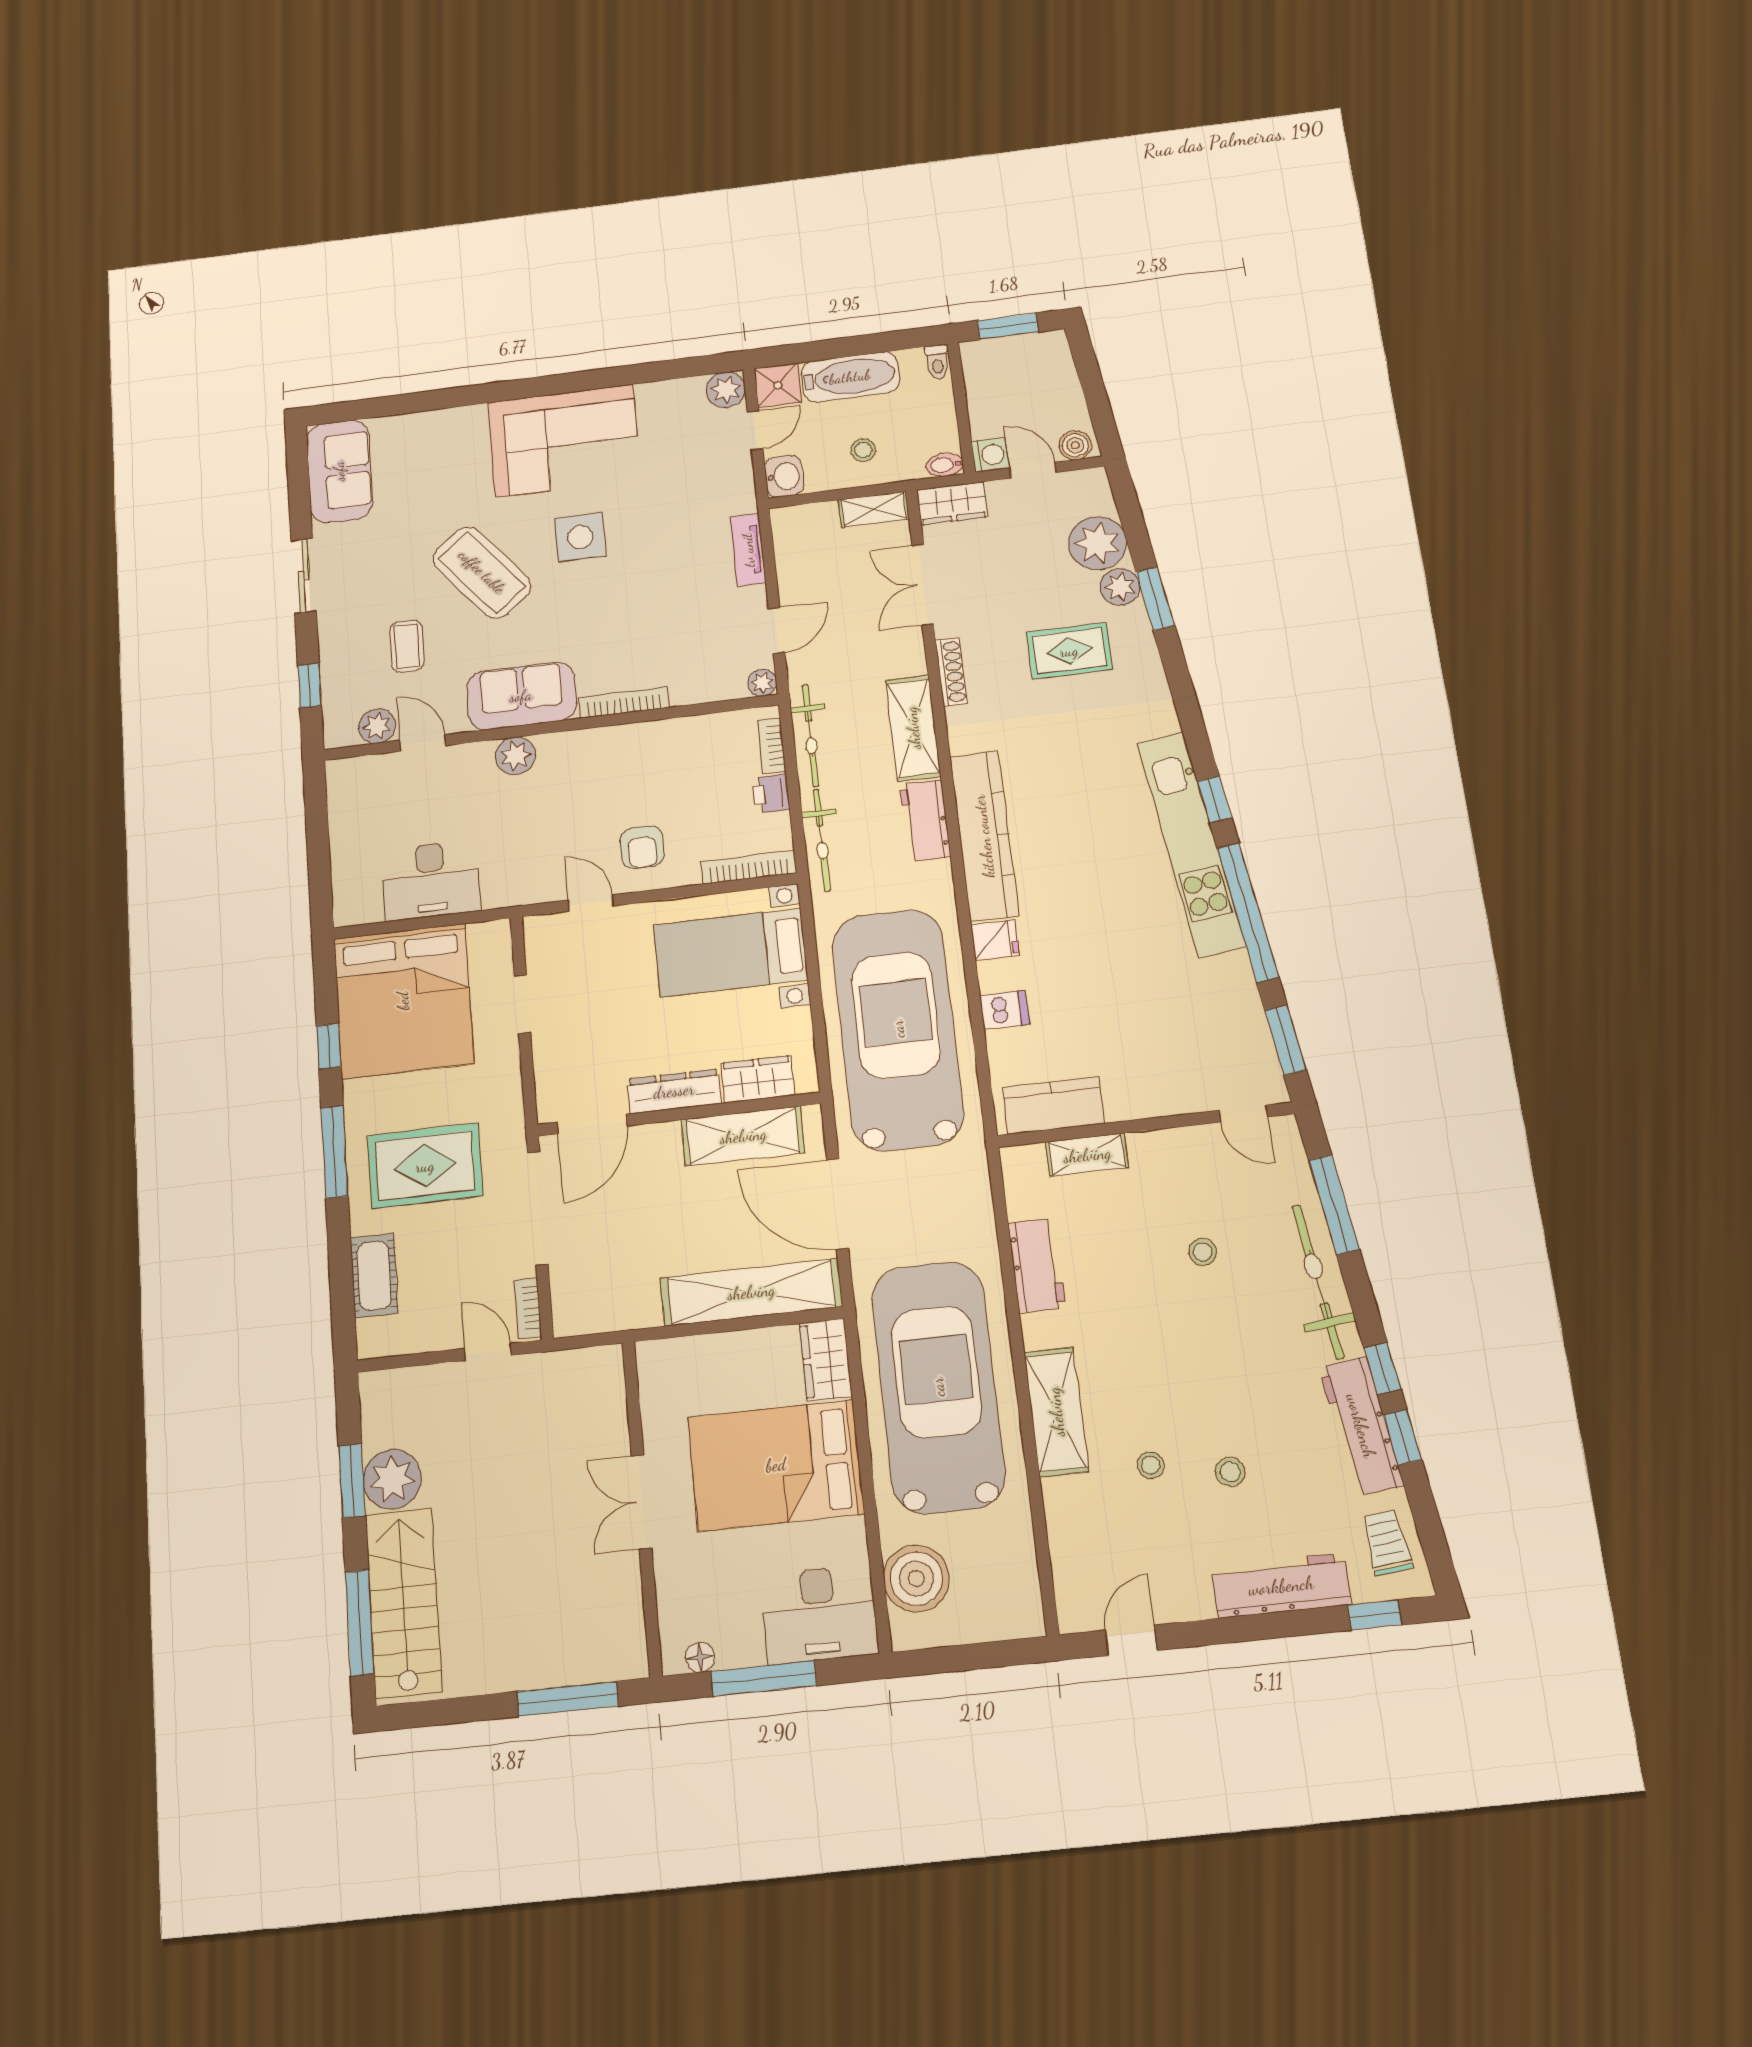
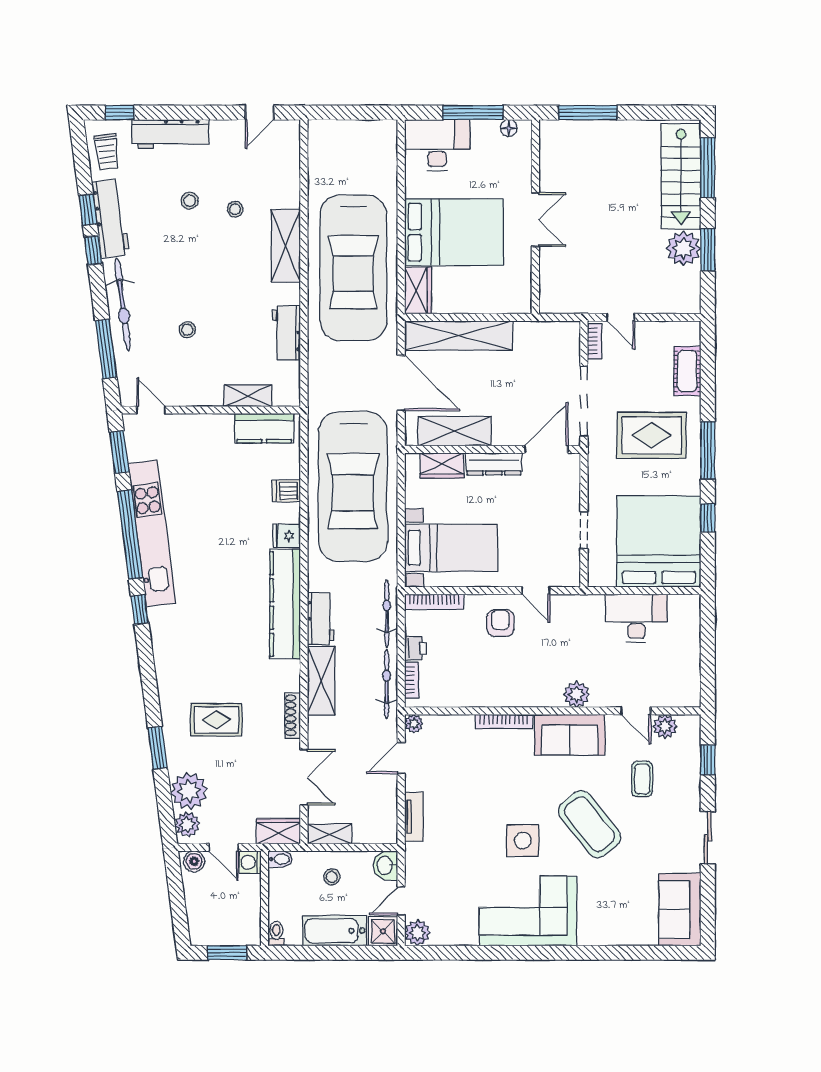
plant: (1120, 587) -> (187, 824), moved
kitchen unit: (1191, 844) -> (152, 533), moved
boiler: (916, 1579) -> (379, 159), removed

